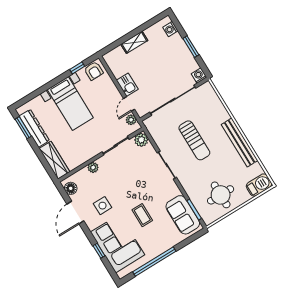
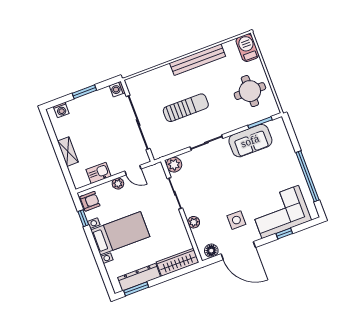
kitchen sink: (127, 85) -> (99, 173), moved
plant: (131, 120) -> (118, 183), moved
door: (75, 213) -> (238, 251), width x1.36
coffee table: (142, 215) -> (255, 179), removed
sofa: (183, 215) -> (250, 141), moved

